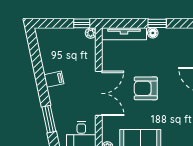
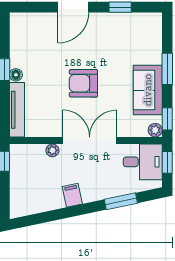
plant: (91, 33) -> (52, 150), moved
armchair: (146, 88) -> (83, 83), turned 90

